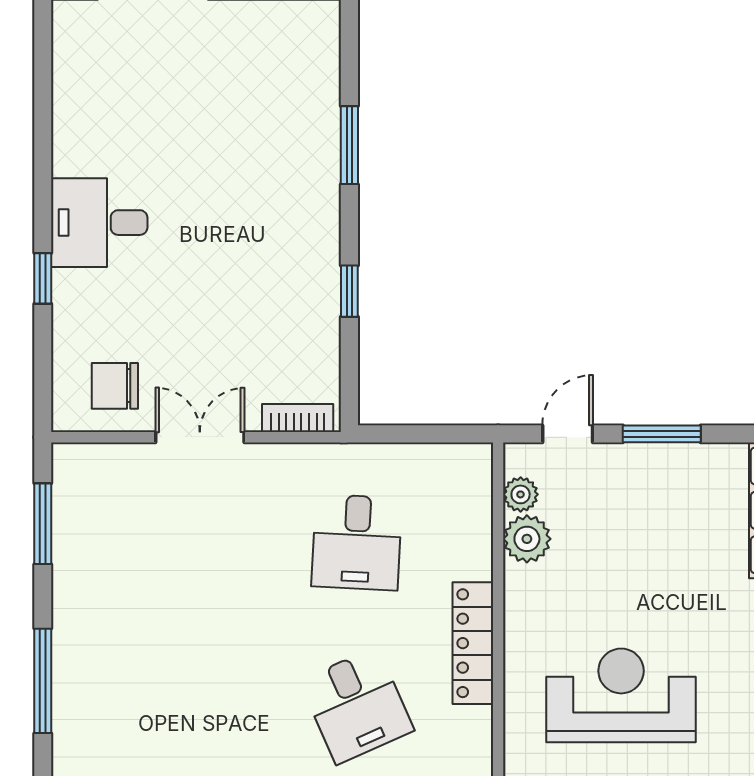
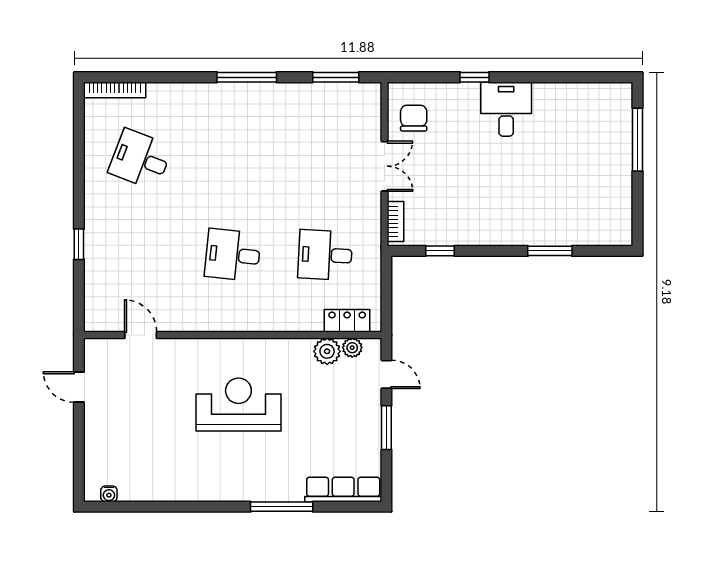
window: (349, 291) -> (440, 251), moved
locker: (473, 643) -> (347, 321), moved, width x0.66
reception desk: (621, 695) -> (238, 405), turned -90
desk: (357, 706) -> (233, 255), turned 30

